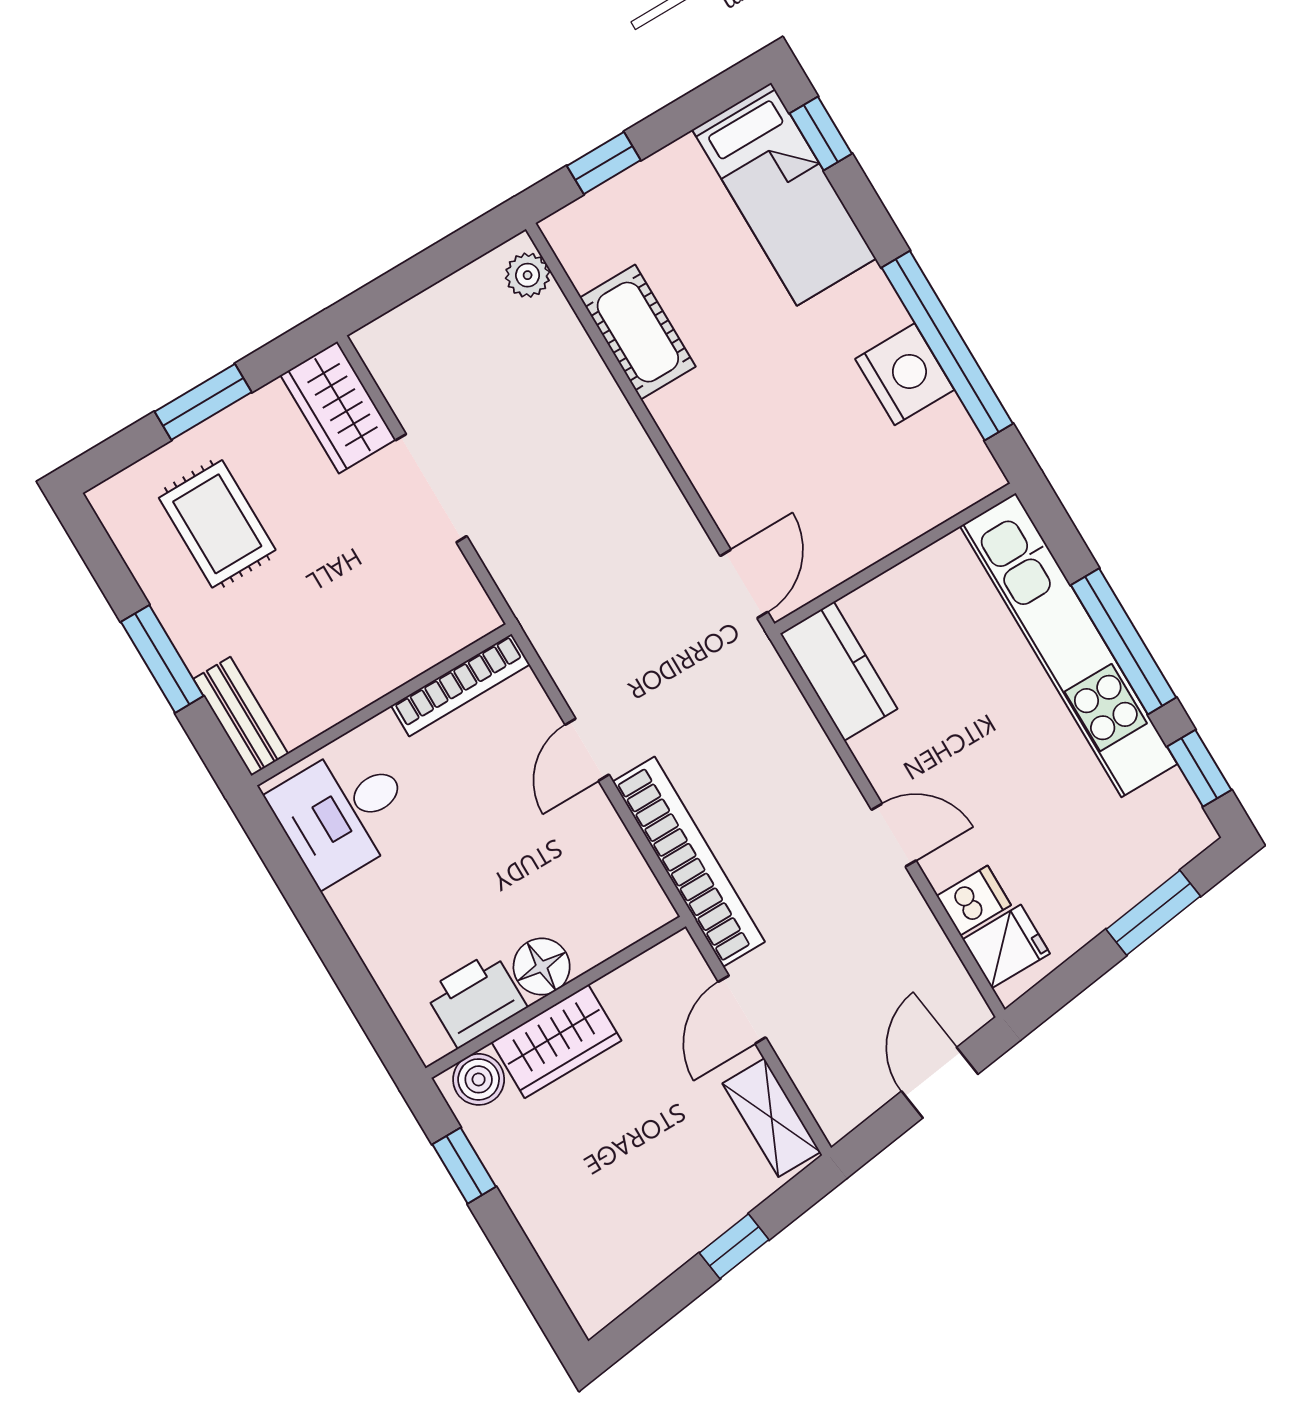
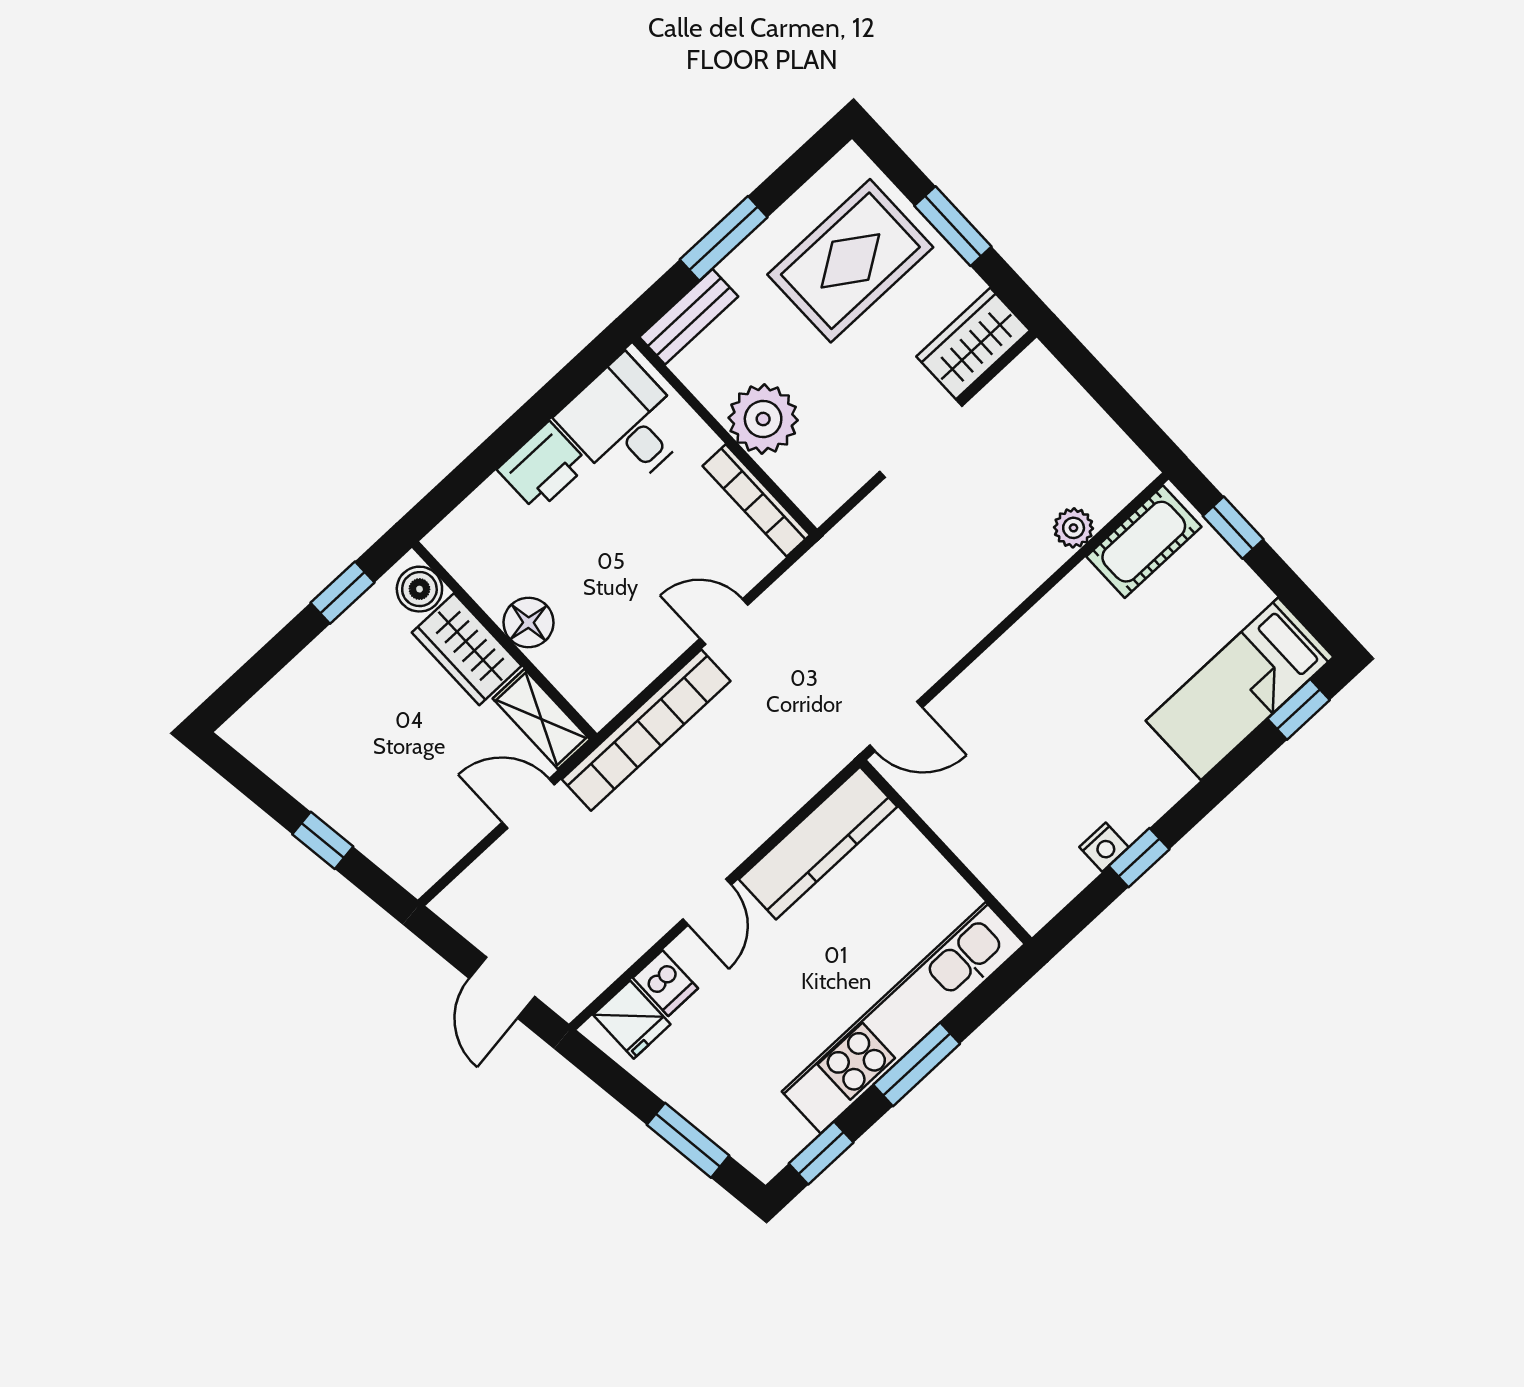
plant: (528, 275) -> (1074, 528), moved
cot: (638, 332) -> (1144, 542), moved
window: (947, 346) -> (1139, 858), width x0.32
nightstand: (905, 374) -> (1104, 847), width x0.53, depth x0.56
rug: (217, 524) -> (850, 261), width x1.36, depth x1.43
window: (1124, 641) -> (917, 1064), width x0.69
plant: (372, 658) -> (763, 419), added
kitchen counter: (839, 671) -> (818, 843), width x1.50
printer: (476, 999) -> (543, 467), moved, turned 90
door: (940, 1083) -> (502, 987), swing flipped
shelving: (771, 1118) -> (541, 719), moved, turned 90

